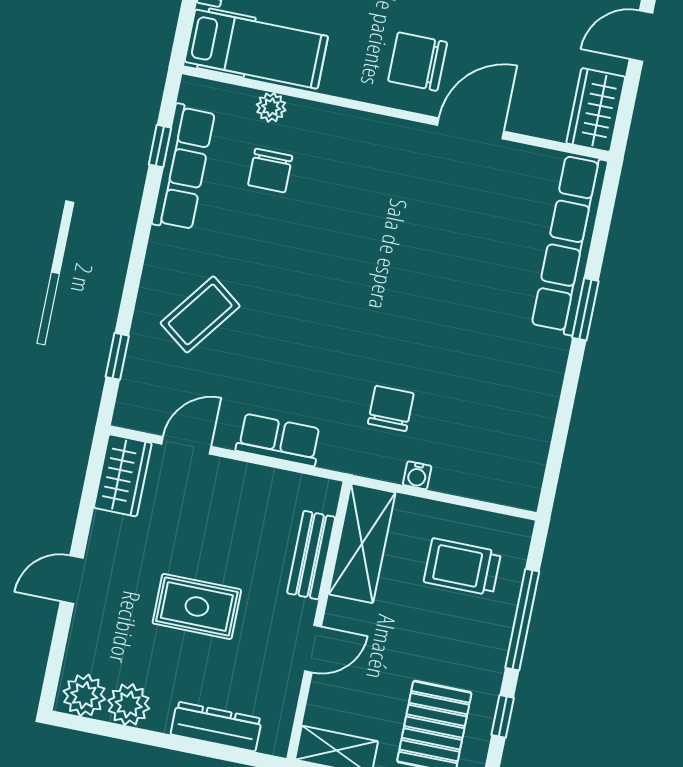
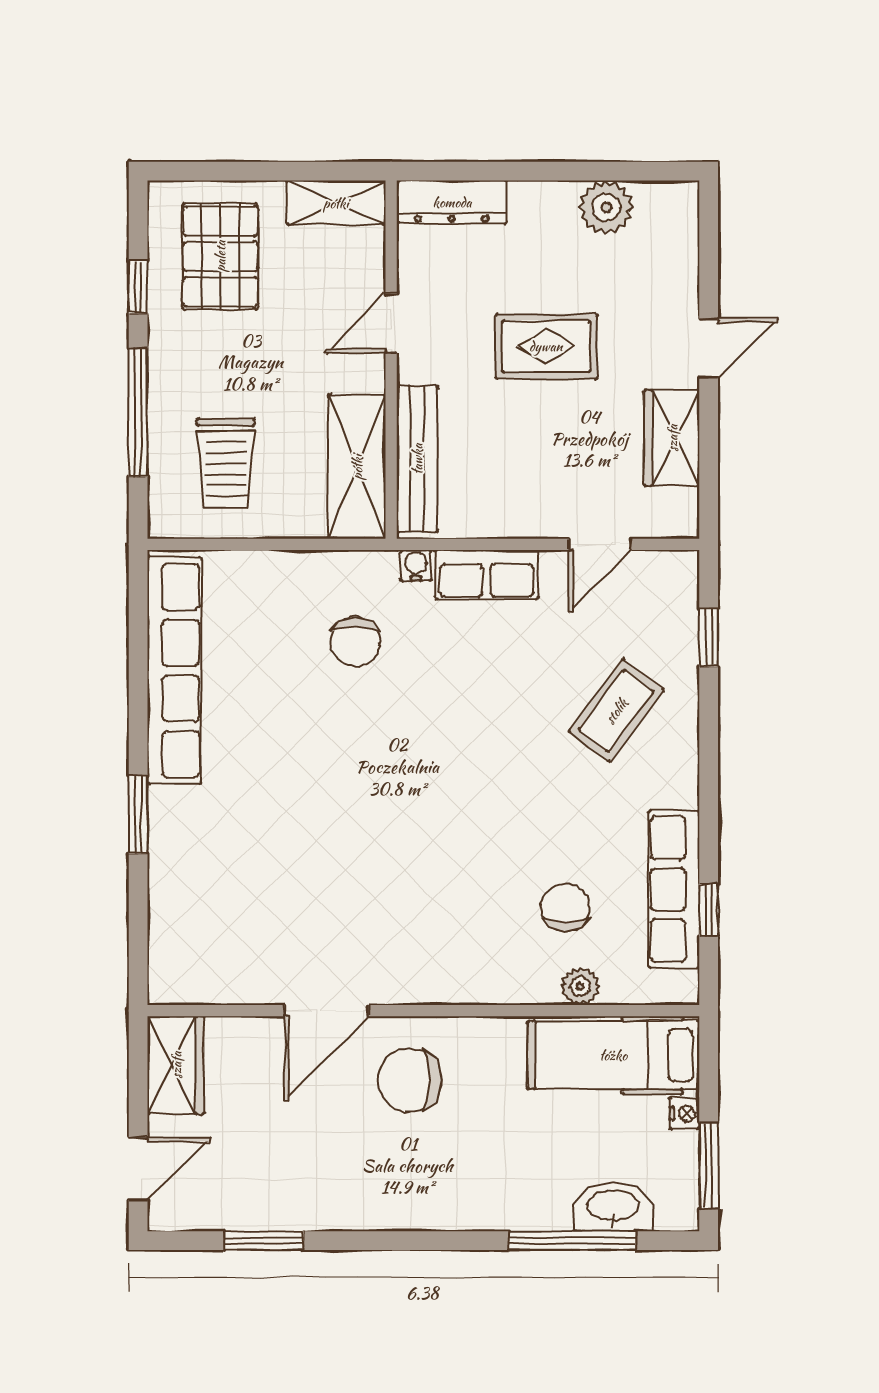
chair: (418, 62) -> (410, 1080), turned 180
row of seats: (570, 244) -> (174, 671), moved
wardrobe: (123, 475) -> (672, 438), moved
water cooler: (417, 475) -> (416, 565), moved
bench: (311, 555) -> (417, 459), width x1.36
trolley: (462, 567) -> (226, 463), turned 90
plant: (84, 695) -> (664, 208), removed
dresser: (216, 727) -> (452, 202), moved

